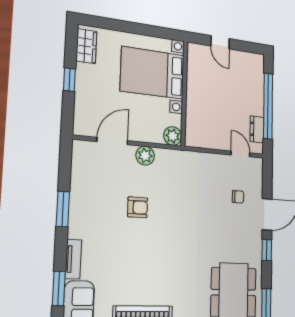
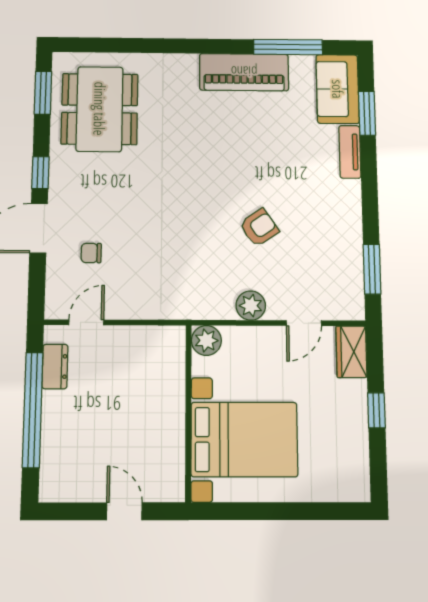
wardrobe: (86, 46) -> (351, 352), moved
door: (112, 141) -> (304, 323), width x0.73
door: (241, 154) -> (86, 322), swing flipped
armchair: (138, 207) -> (259, 228), turned 146
window: (63, 209) -> (372, 269), moved

